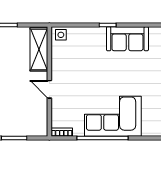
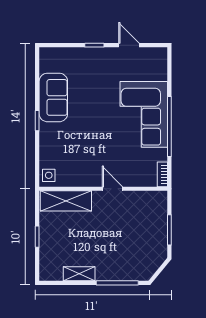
door: (49, 89) -> (112, 189), swing flipped

